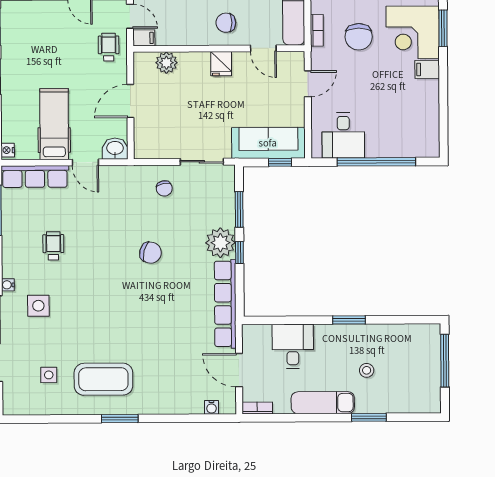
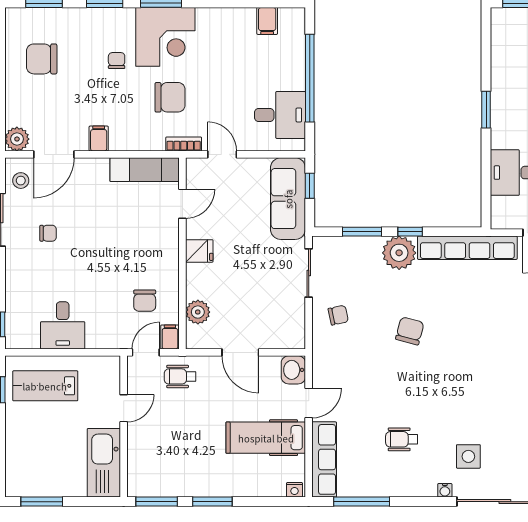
chair: (226, 23) -> (145, 301), moved
bookcase: (317, 30) -> (184, 144), moved
filing cabinet: (427, 69) -> (267, 21), moved

